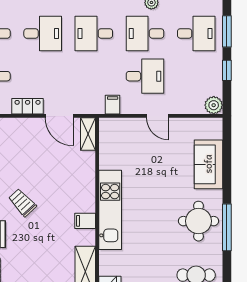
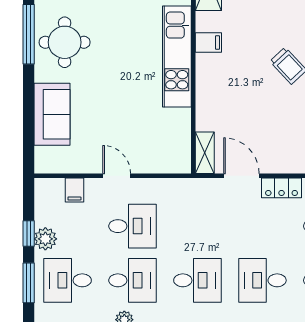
desk: (145, 76) -> (133, 226), turned 180
filing cabinet: (113, 105) -> (74, 190), moved
plant: (214, 105) -> (45, 239), moved

